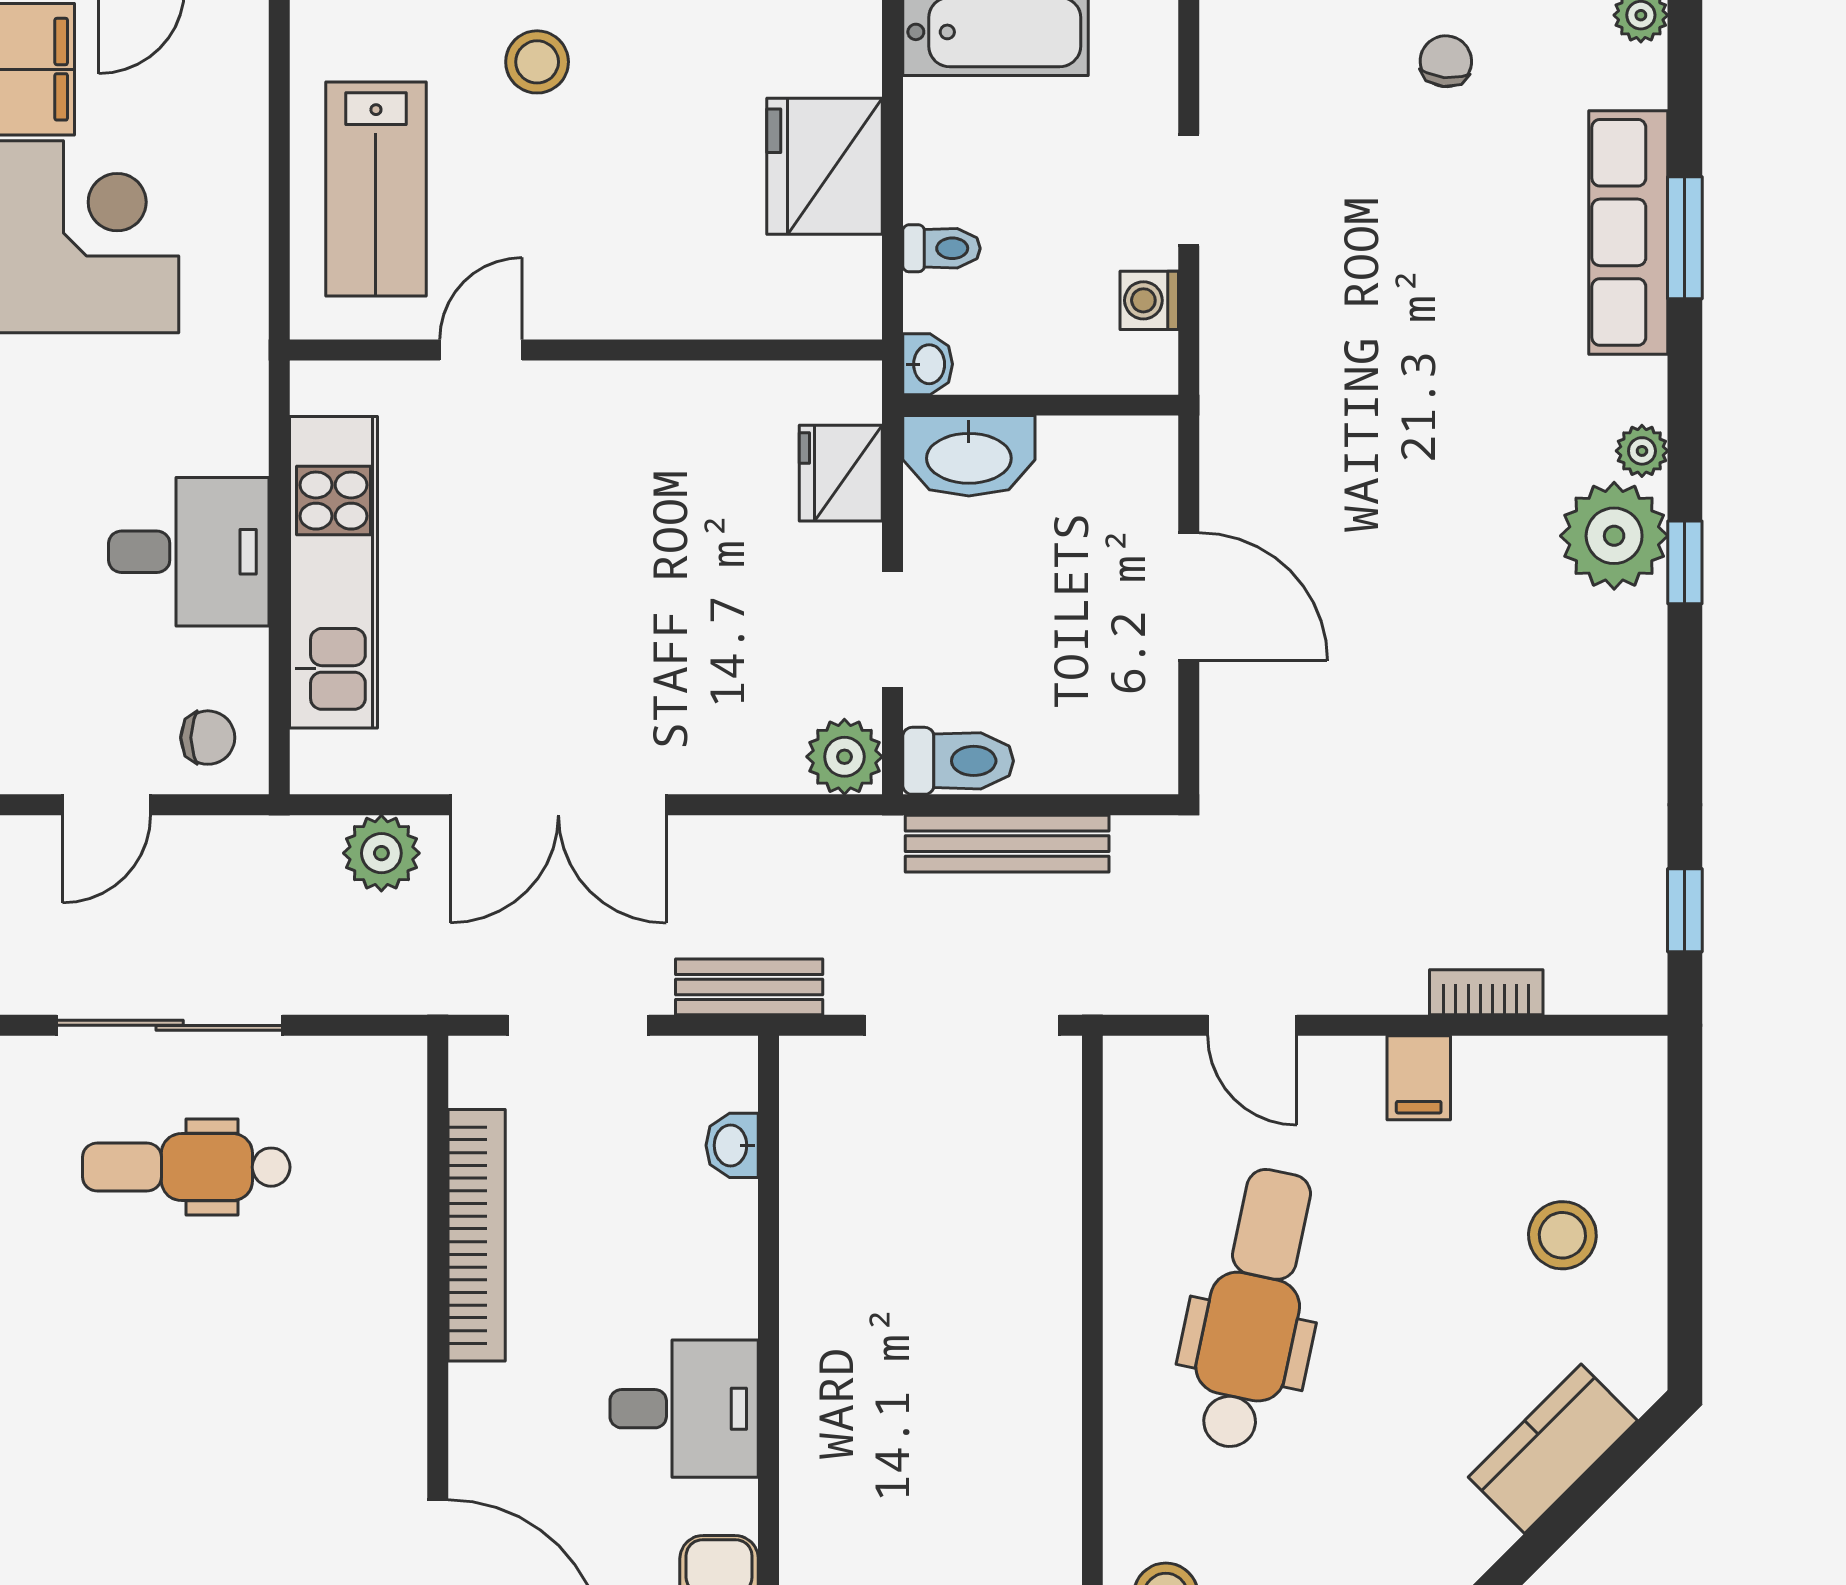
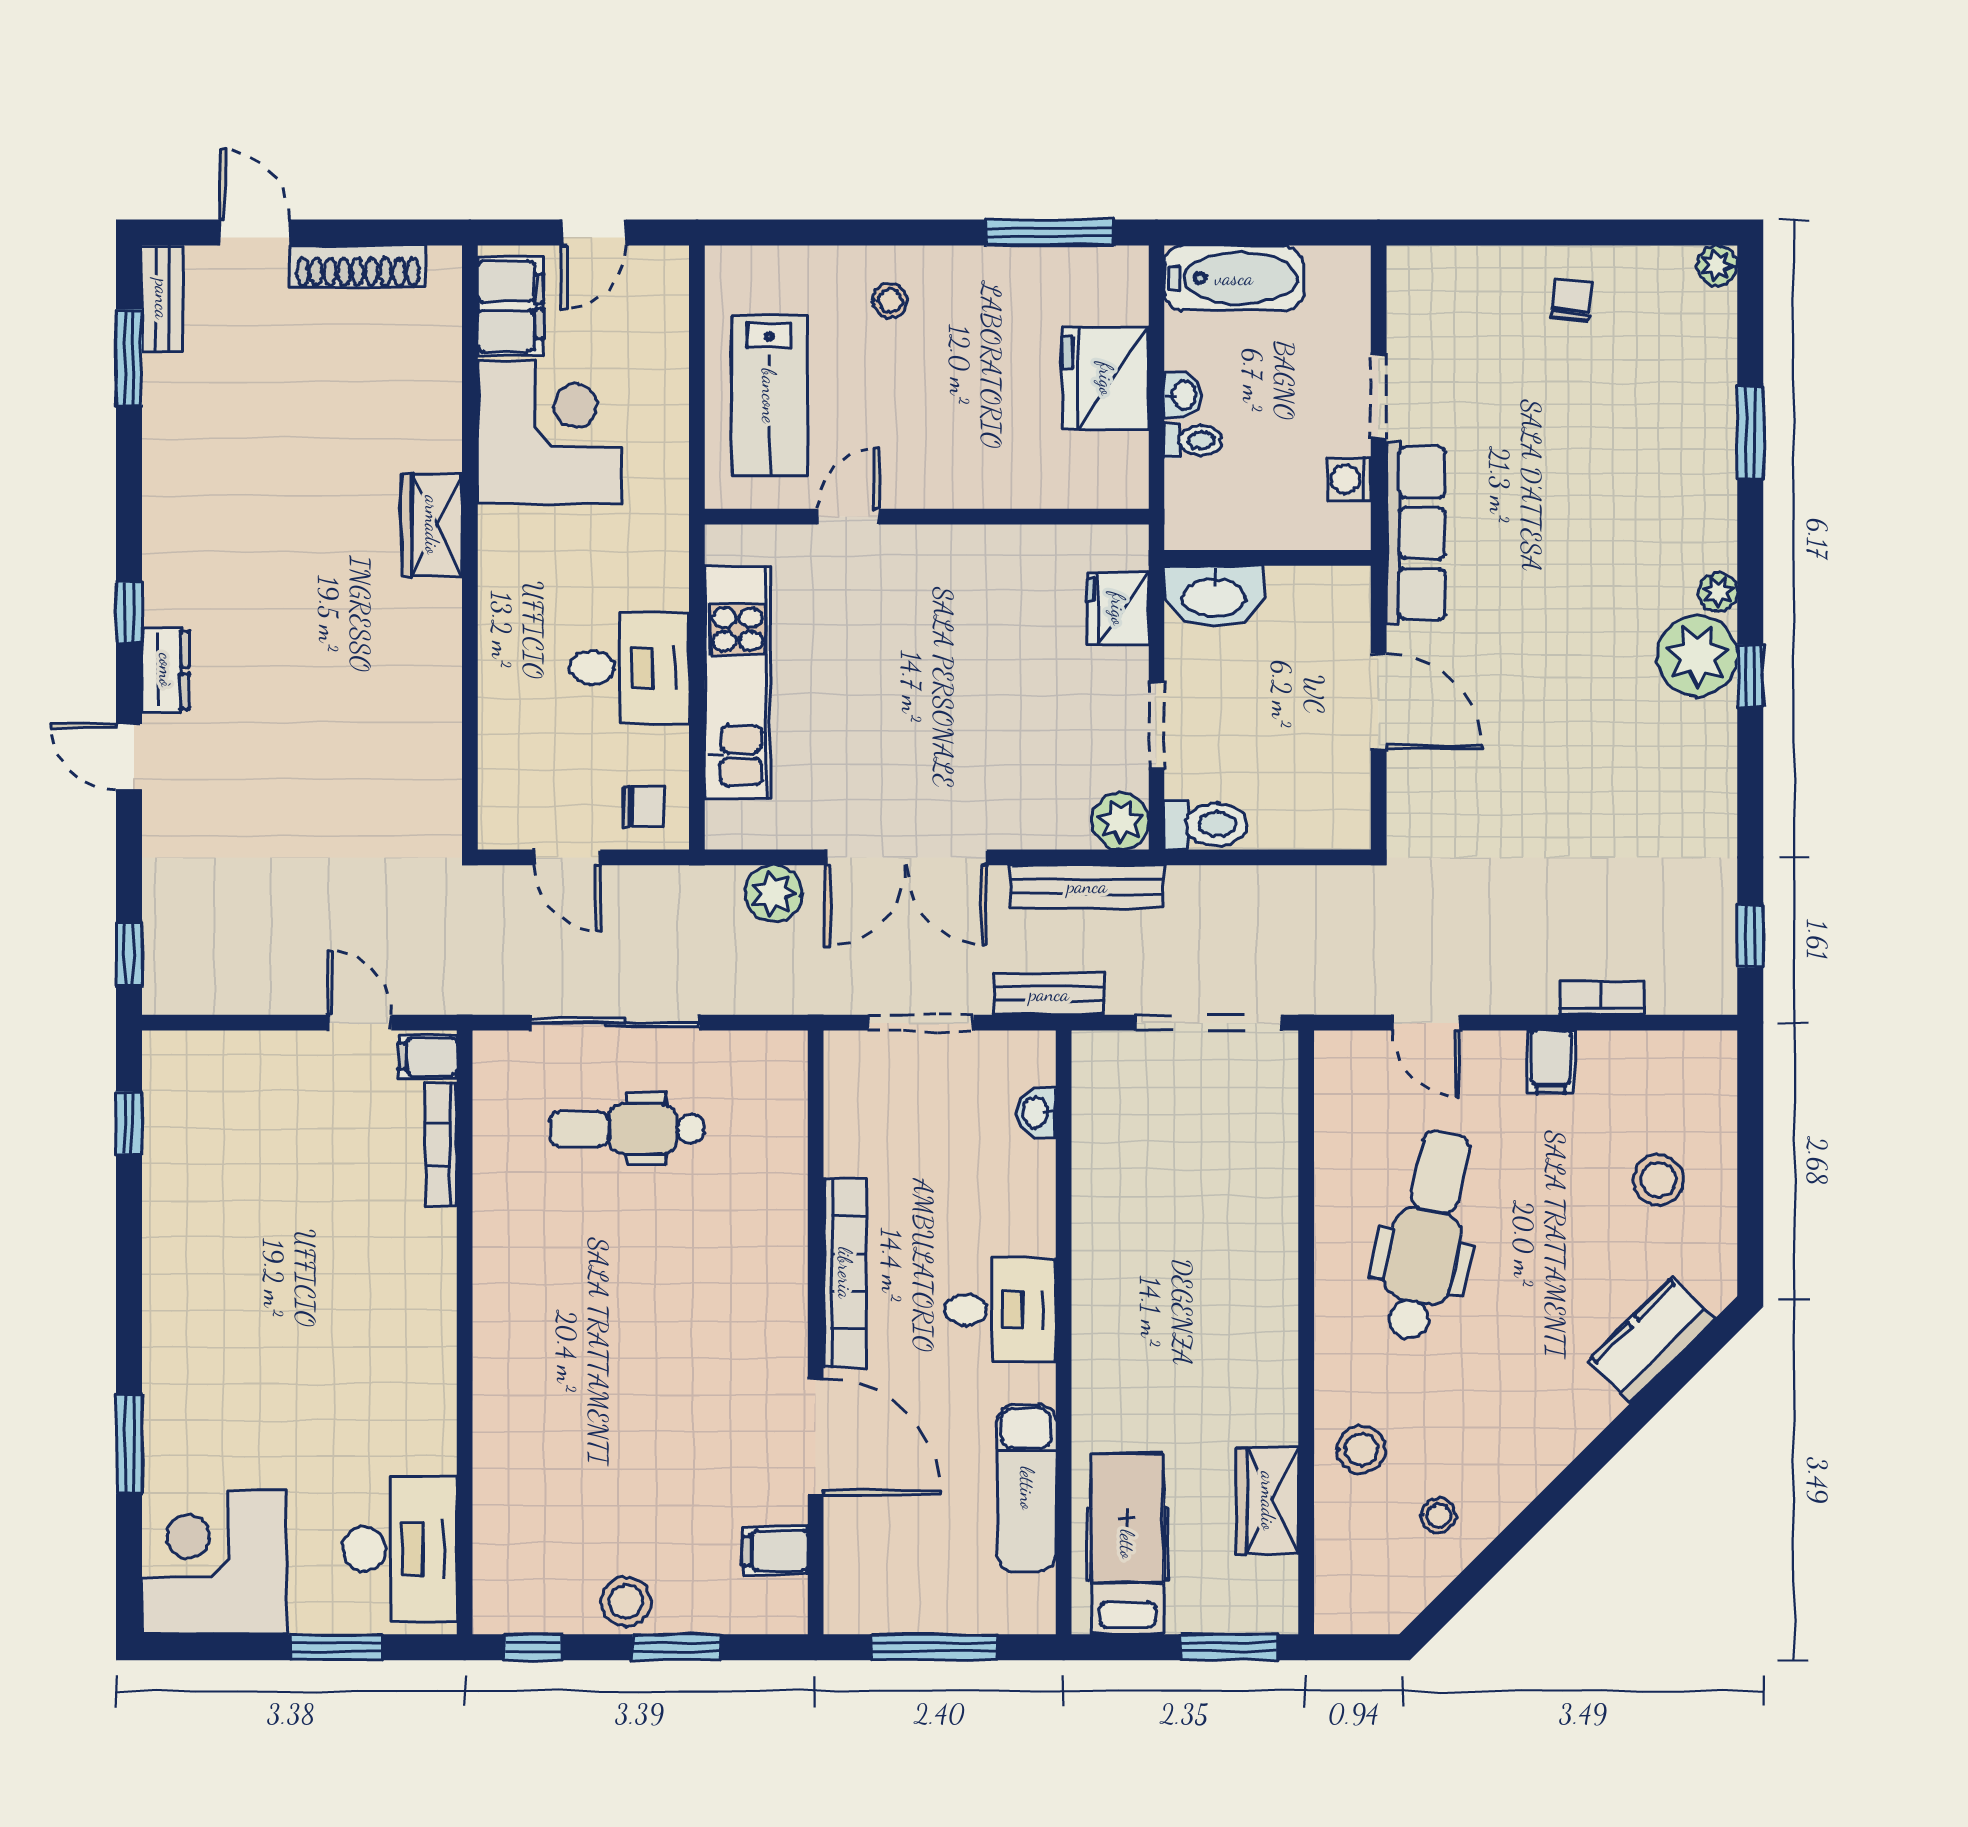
stool: (537, 62) -> (890, 301), width x0.73, depth x0.73
row of seats: (1628, 232) -> (1416, 533), moved, turned 180
washbasin: (928, 364) -> (1183, 395), moved
door: (107, 805) -> (568, 857), hinge flipped
bench: (1007, 844) -> (1087, 886), moved
bookcase: (477, 1235) -> (845, 1273), moved

